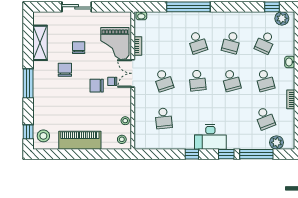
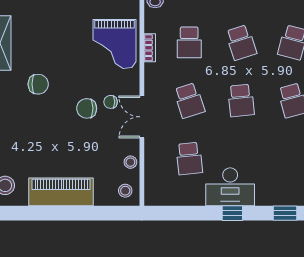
school desk: (164, 43) -> (189, 42), added
chair: (79, 48) -> (59, 50), removed
chair: (65, 70) -> (38, 84), turned 90
double door: (133, 73) -> (142, 117), moved
desk: (210, 137) -> (230, 187), moved

